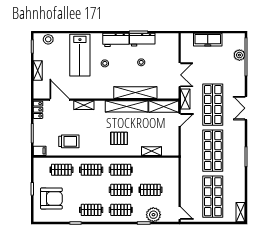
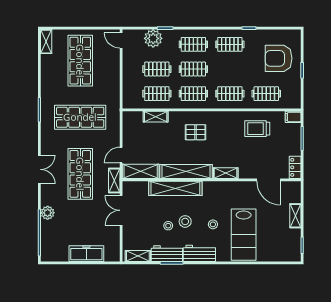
shelving: (166, 38) -> (138, 256), added
stool: (48, 39) -> (185, 221), moved
lab bench: (80, 55) -> (244, 235), turned 180
plant: (239, 55) -> (48, 213), moved
shelving: (84, 105) -> (226, 173), moved
shop shelf: (213, 151) -> (80, 117), turned 90
clothes rail: (150, 170) -> (157, 94), added

